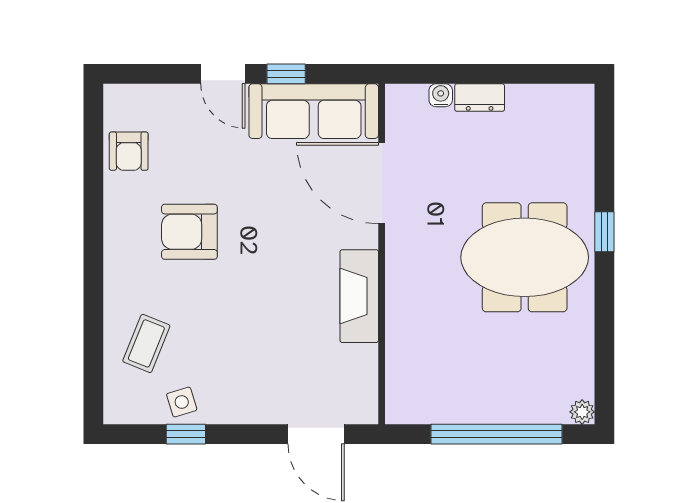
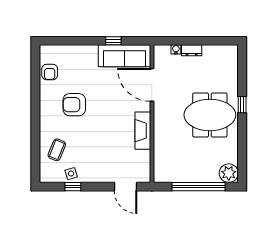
door: (223, 74) -> (88, 41), removed
plant: (582, 412) -> (229, 173), width x1.88, depth x1.88

